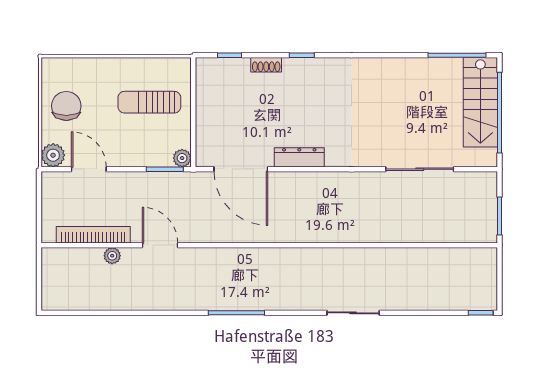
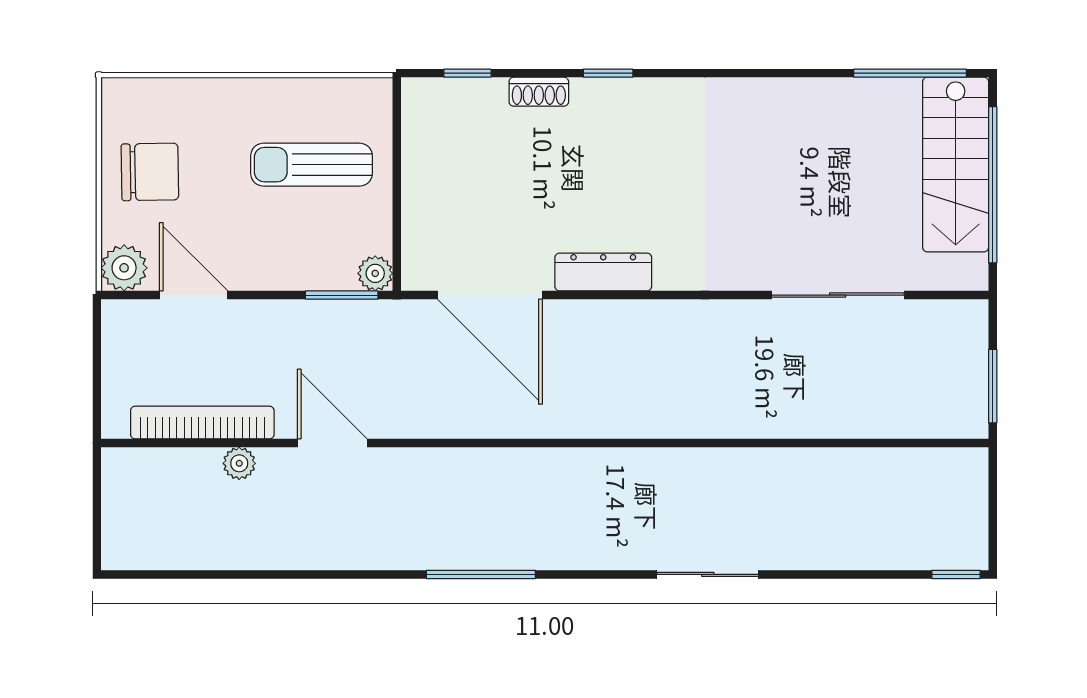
chair: (66, 106) -> (150, 172), turned 89

